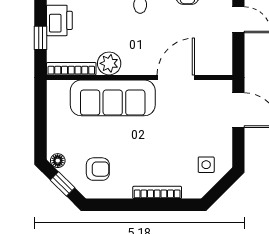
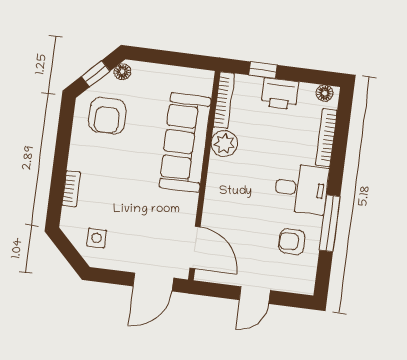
door: (176, 77) -> (195, 248), moved
armchair: (98, 169) -> (107, 116), width x1.38, depth x1.38
bookcase: (157, 192) -> (71, 189), width x0.64

